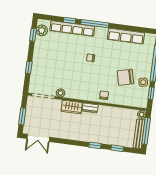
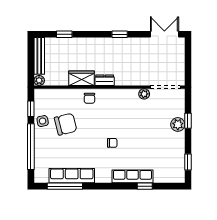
window: (95, 24) -> (65, 186), moved
row of seats: (72, 29) -> (133, 176), width x0.73
plant: (42, 30) -> (178, 124), moved
wardrobe: (72, 107) -> (81, 78), moved
window: (22, 116) -> (188, 58), removed
window: (146, 131) -> (31, 60), removed
window: (95, 145) -> (120, 34), moved

